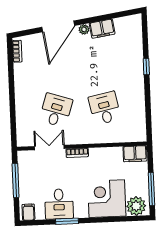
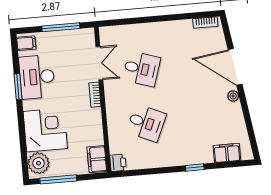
filing cabinet: (102, 29) -> (227, 153), moved, turned 98
desk: (105, 108) -> (146, 123), turned 36
printer: (139, 135) -> (118, 163), added
desk: (59, 204) -> (37, 77), width x1.37

